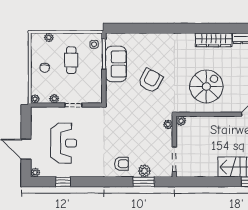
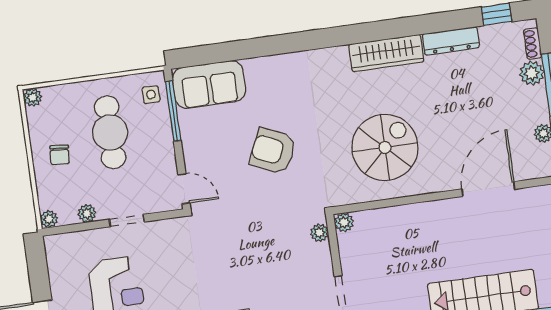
plant: (49, 37) -> (33, 97), moved
cafe table: (71, 60) -> (110, 132), width x1.37, depth x1.35
sofa: (116, 64) -> (209, 84), moved, turned 90
armchair: (151, 81) -> (273, 151), turned -94
door: (104, 93) -> (184, 189), added

